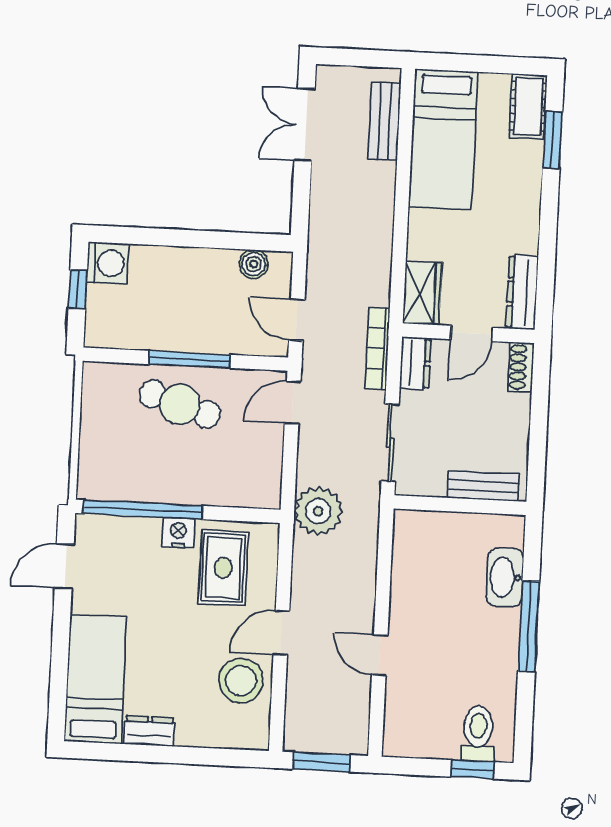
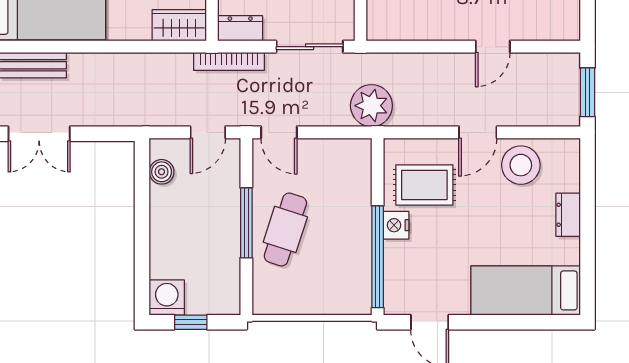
door: (281, 633) -> (478, 132), hinge flipped
dresser: (149, 731) -> (568, 215), moved

